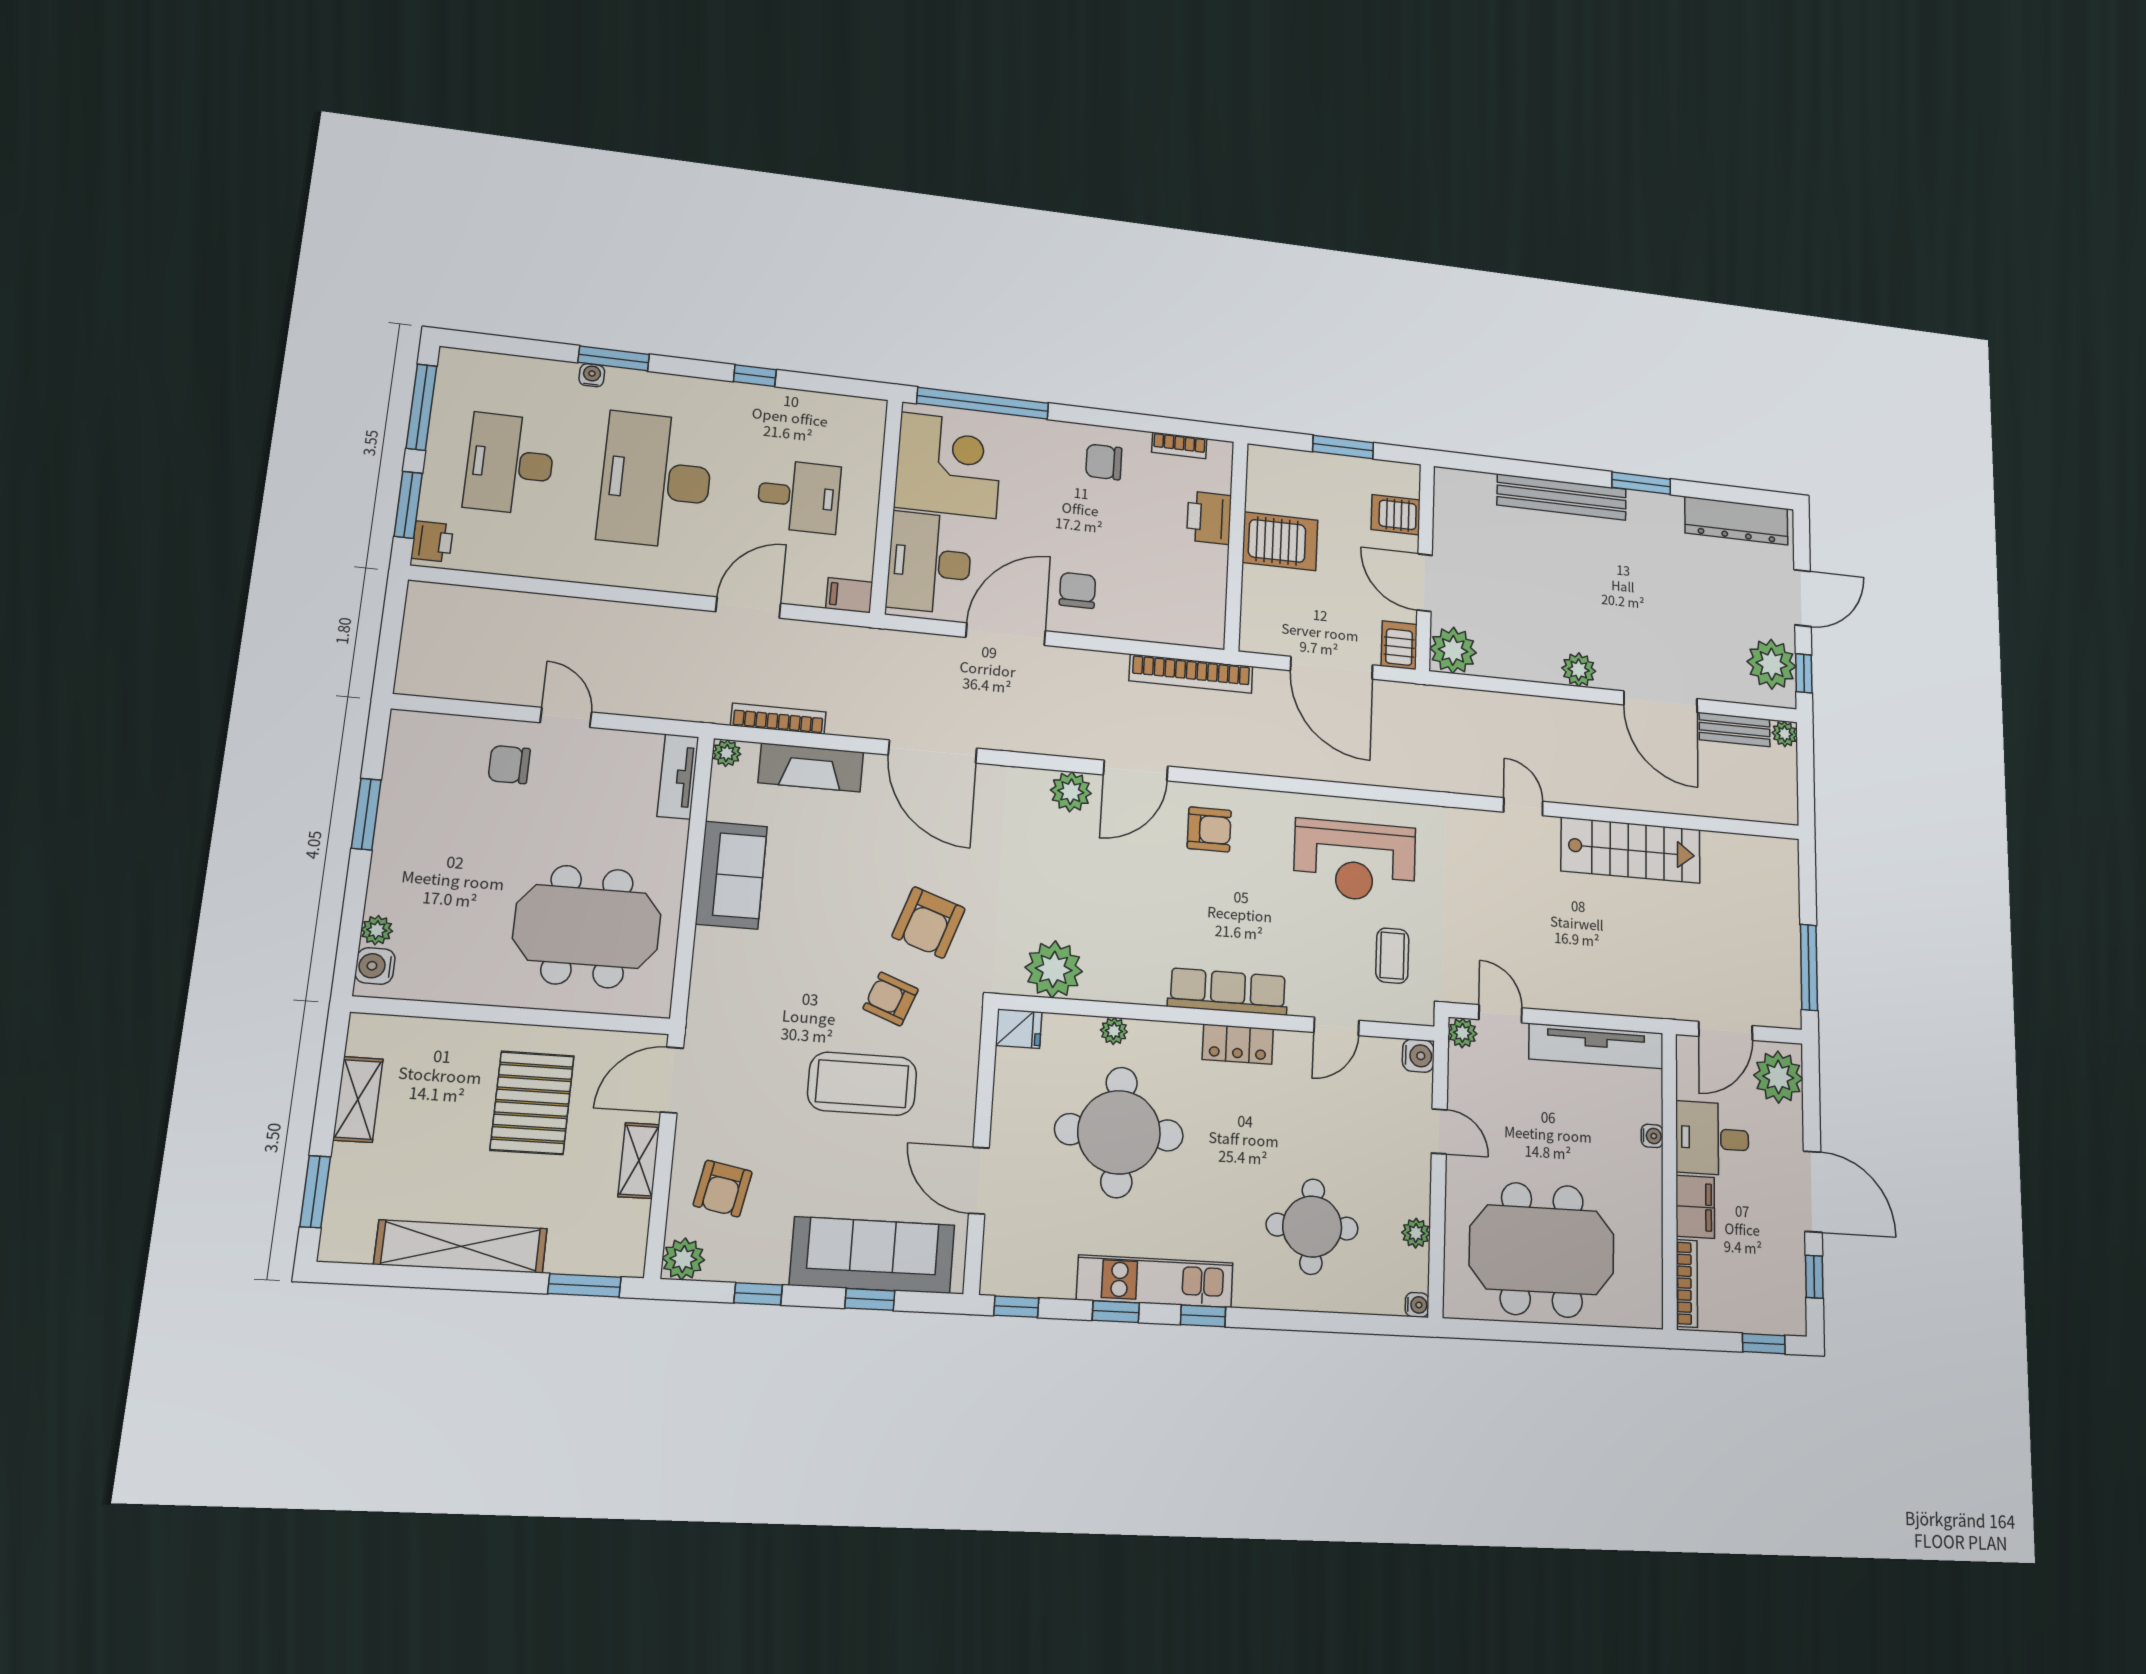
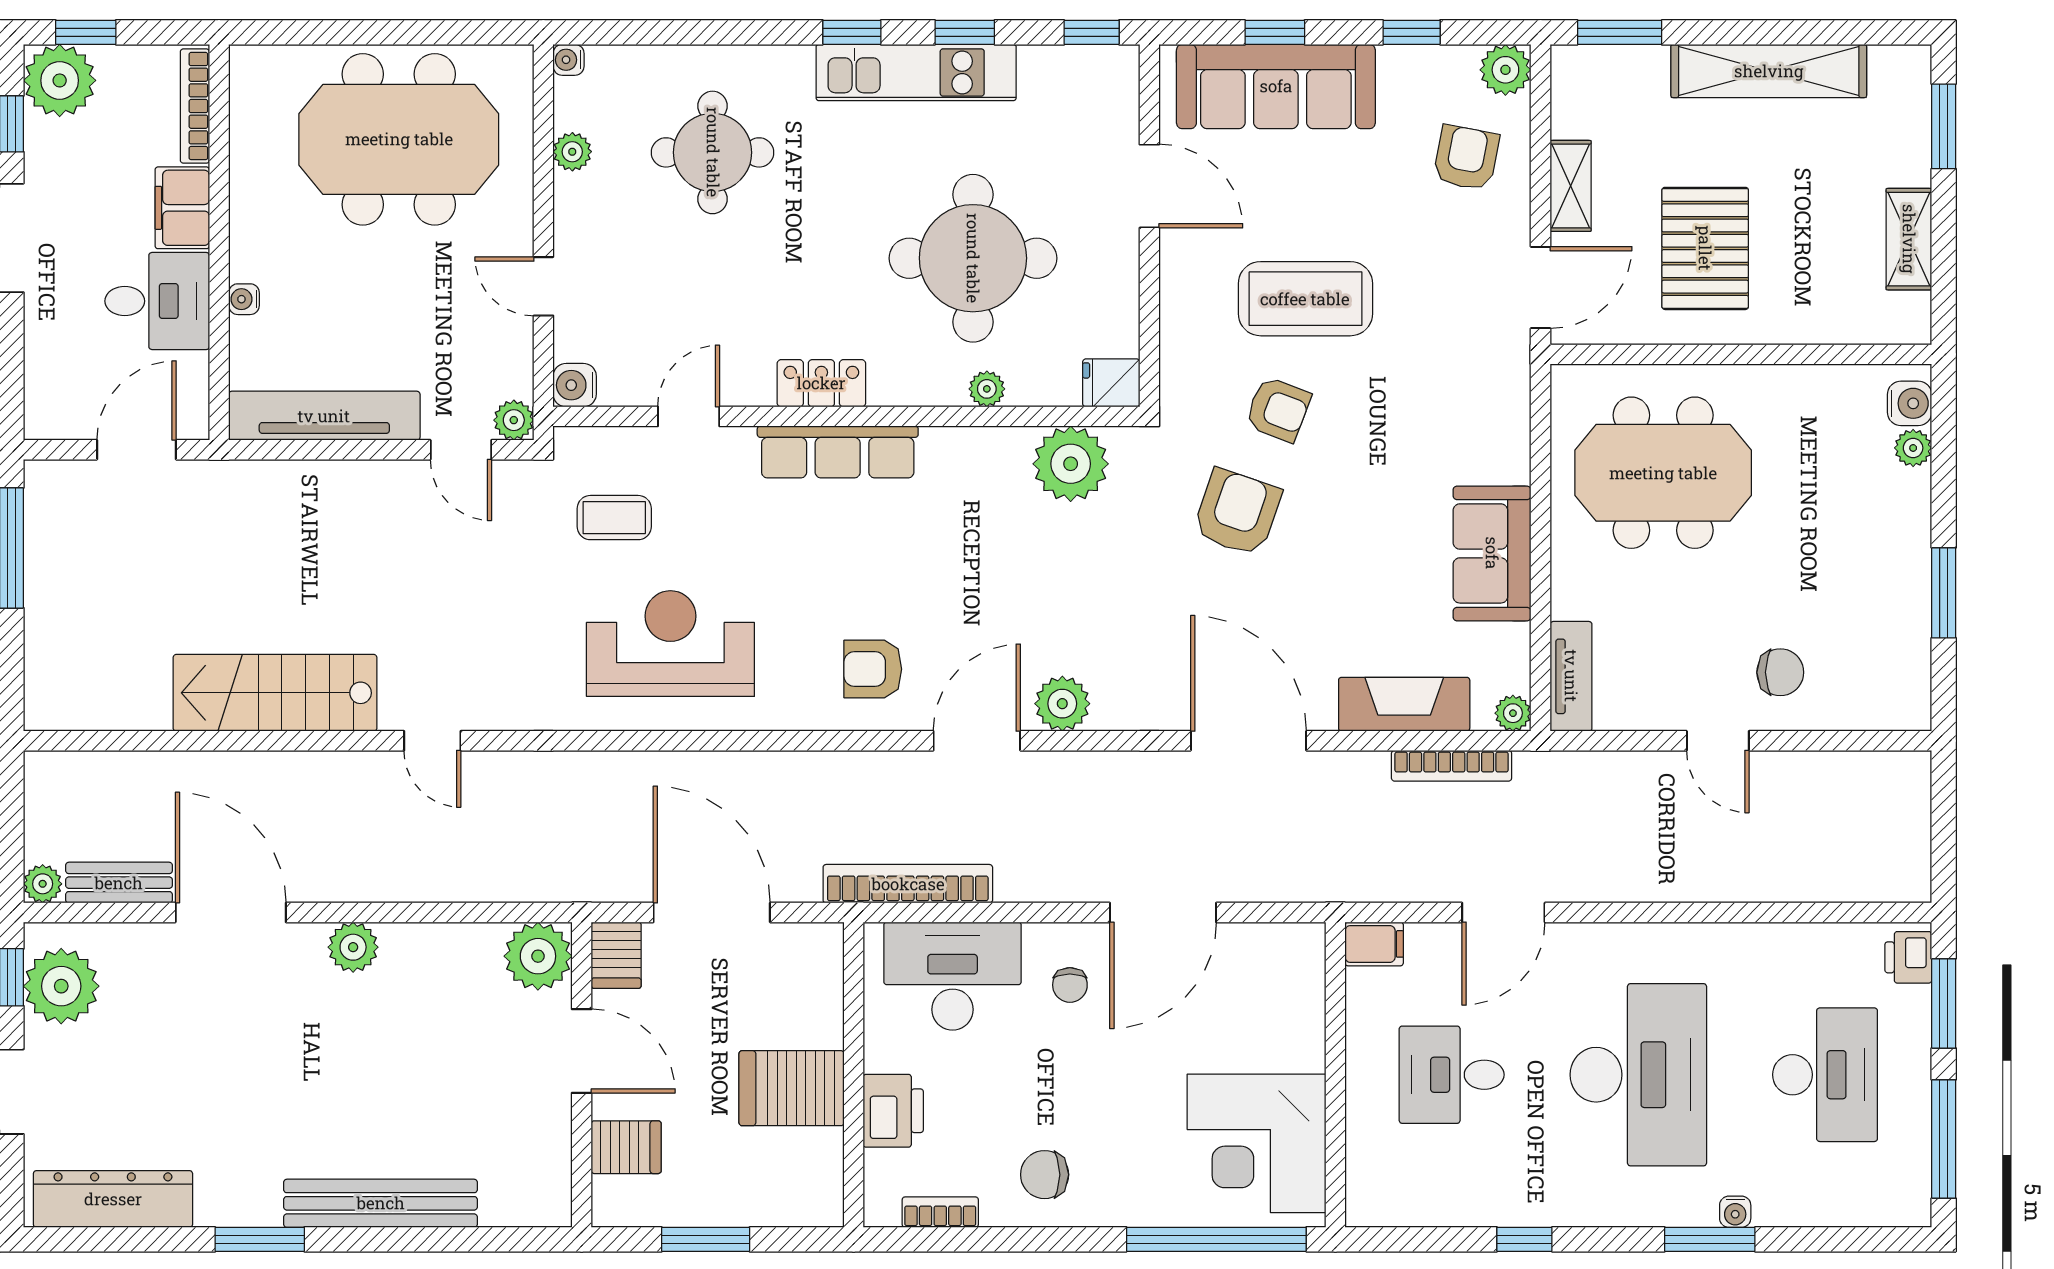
chair: (1104, 462) -> (1045, 1175), turned 180
desk: (929, 563) -> (953, 976), moved, turned -90
chair: (1077, 590) -> (1070, 985), width x0.73, depth x0.73
coffee table: (1392, 956) -> (614, 518), turned 90
plant: (1778, 1077) -> (60, 80), moved

